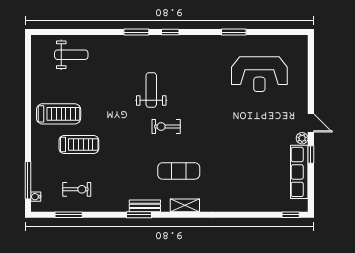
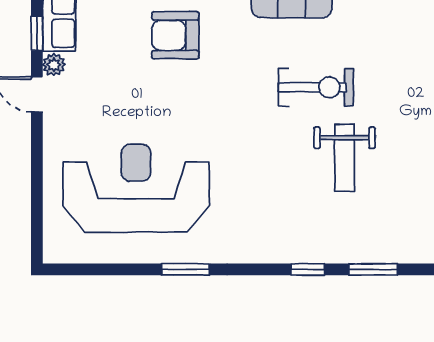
reception desk: (259, 74) -> (136, 188), width x1.36, depth x1.30
exercise bike: (166, 127) -> (316, 87), width x1.38, depth x1.39
armchair: (239, 154) -> (175, 35), added

